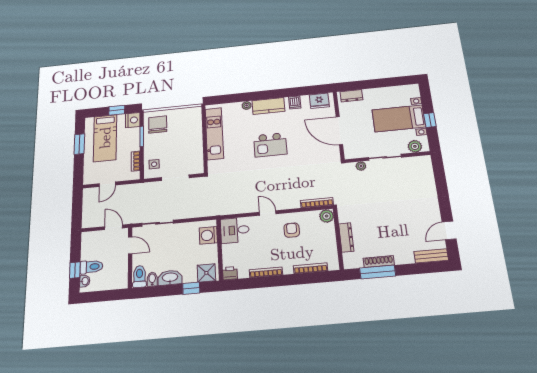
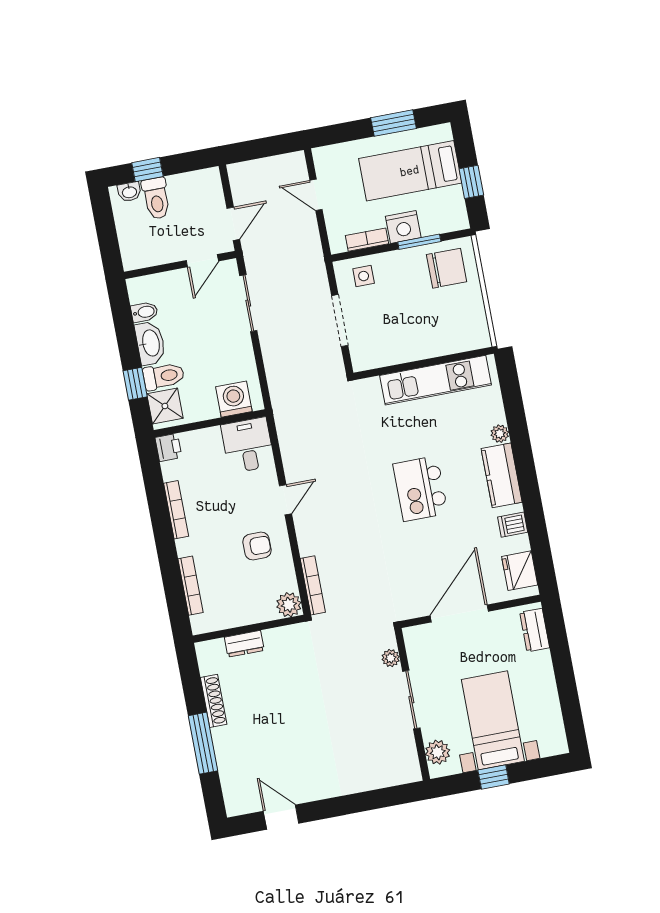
nightstand: (133, 120) -> (403, 227), moved
dresser: (346, 237) -> (244, 644), width x0.70
bench: (431, 256) -> (232, 788), removed
window: (378, 272) -> (203, 743), moved
toilet: (139, 276) -> (164, 376), moved

